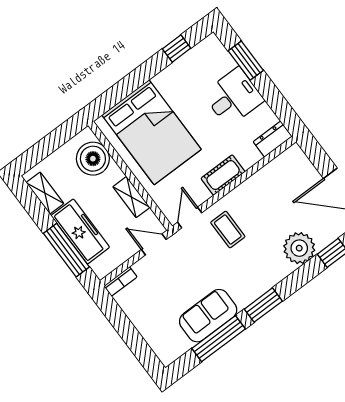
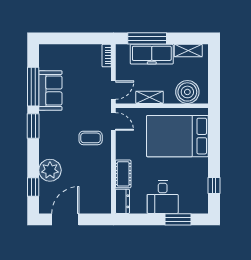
cot: (223, 175) -> (123, 174), moved

